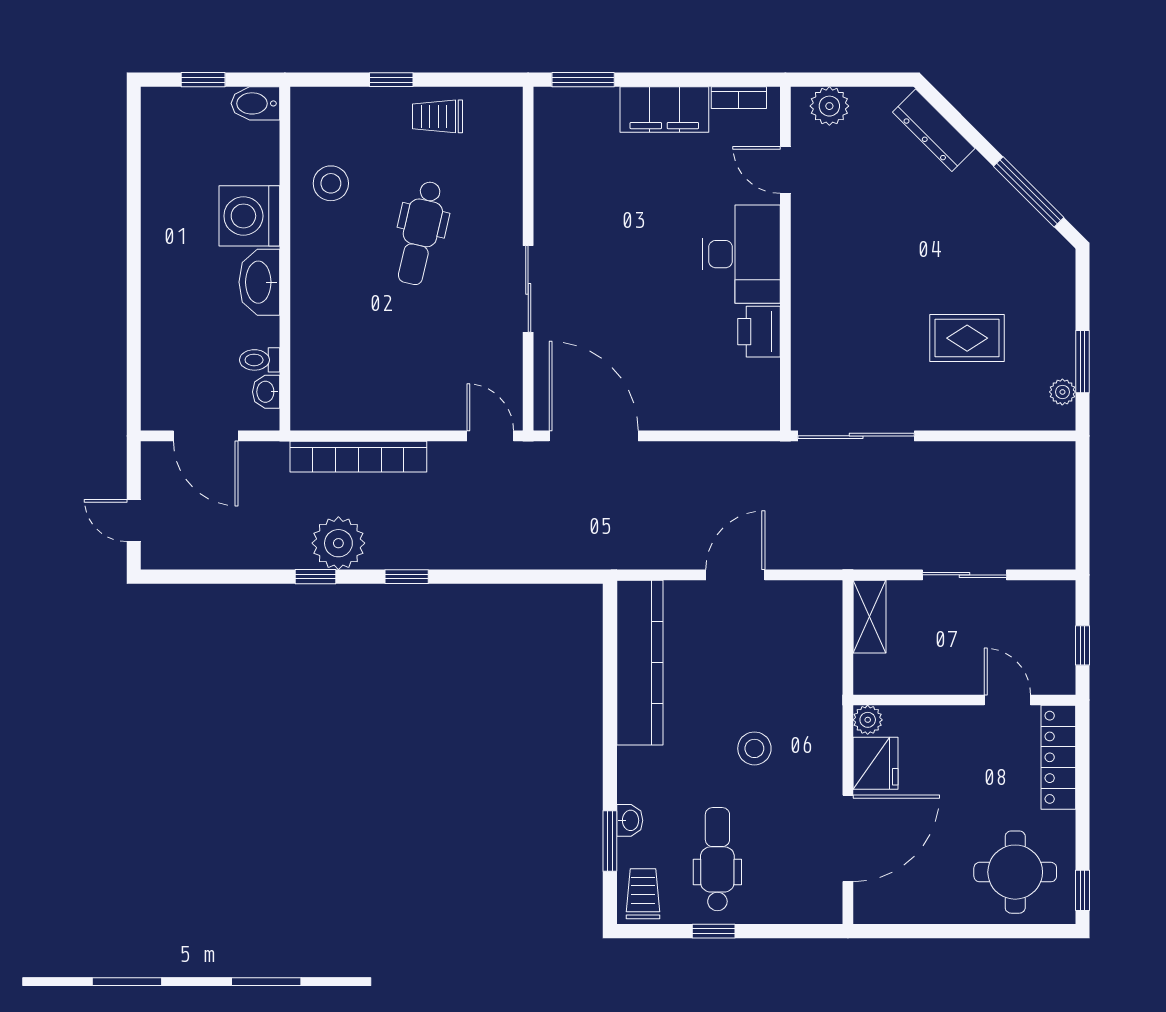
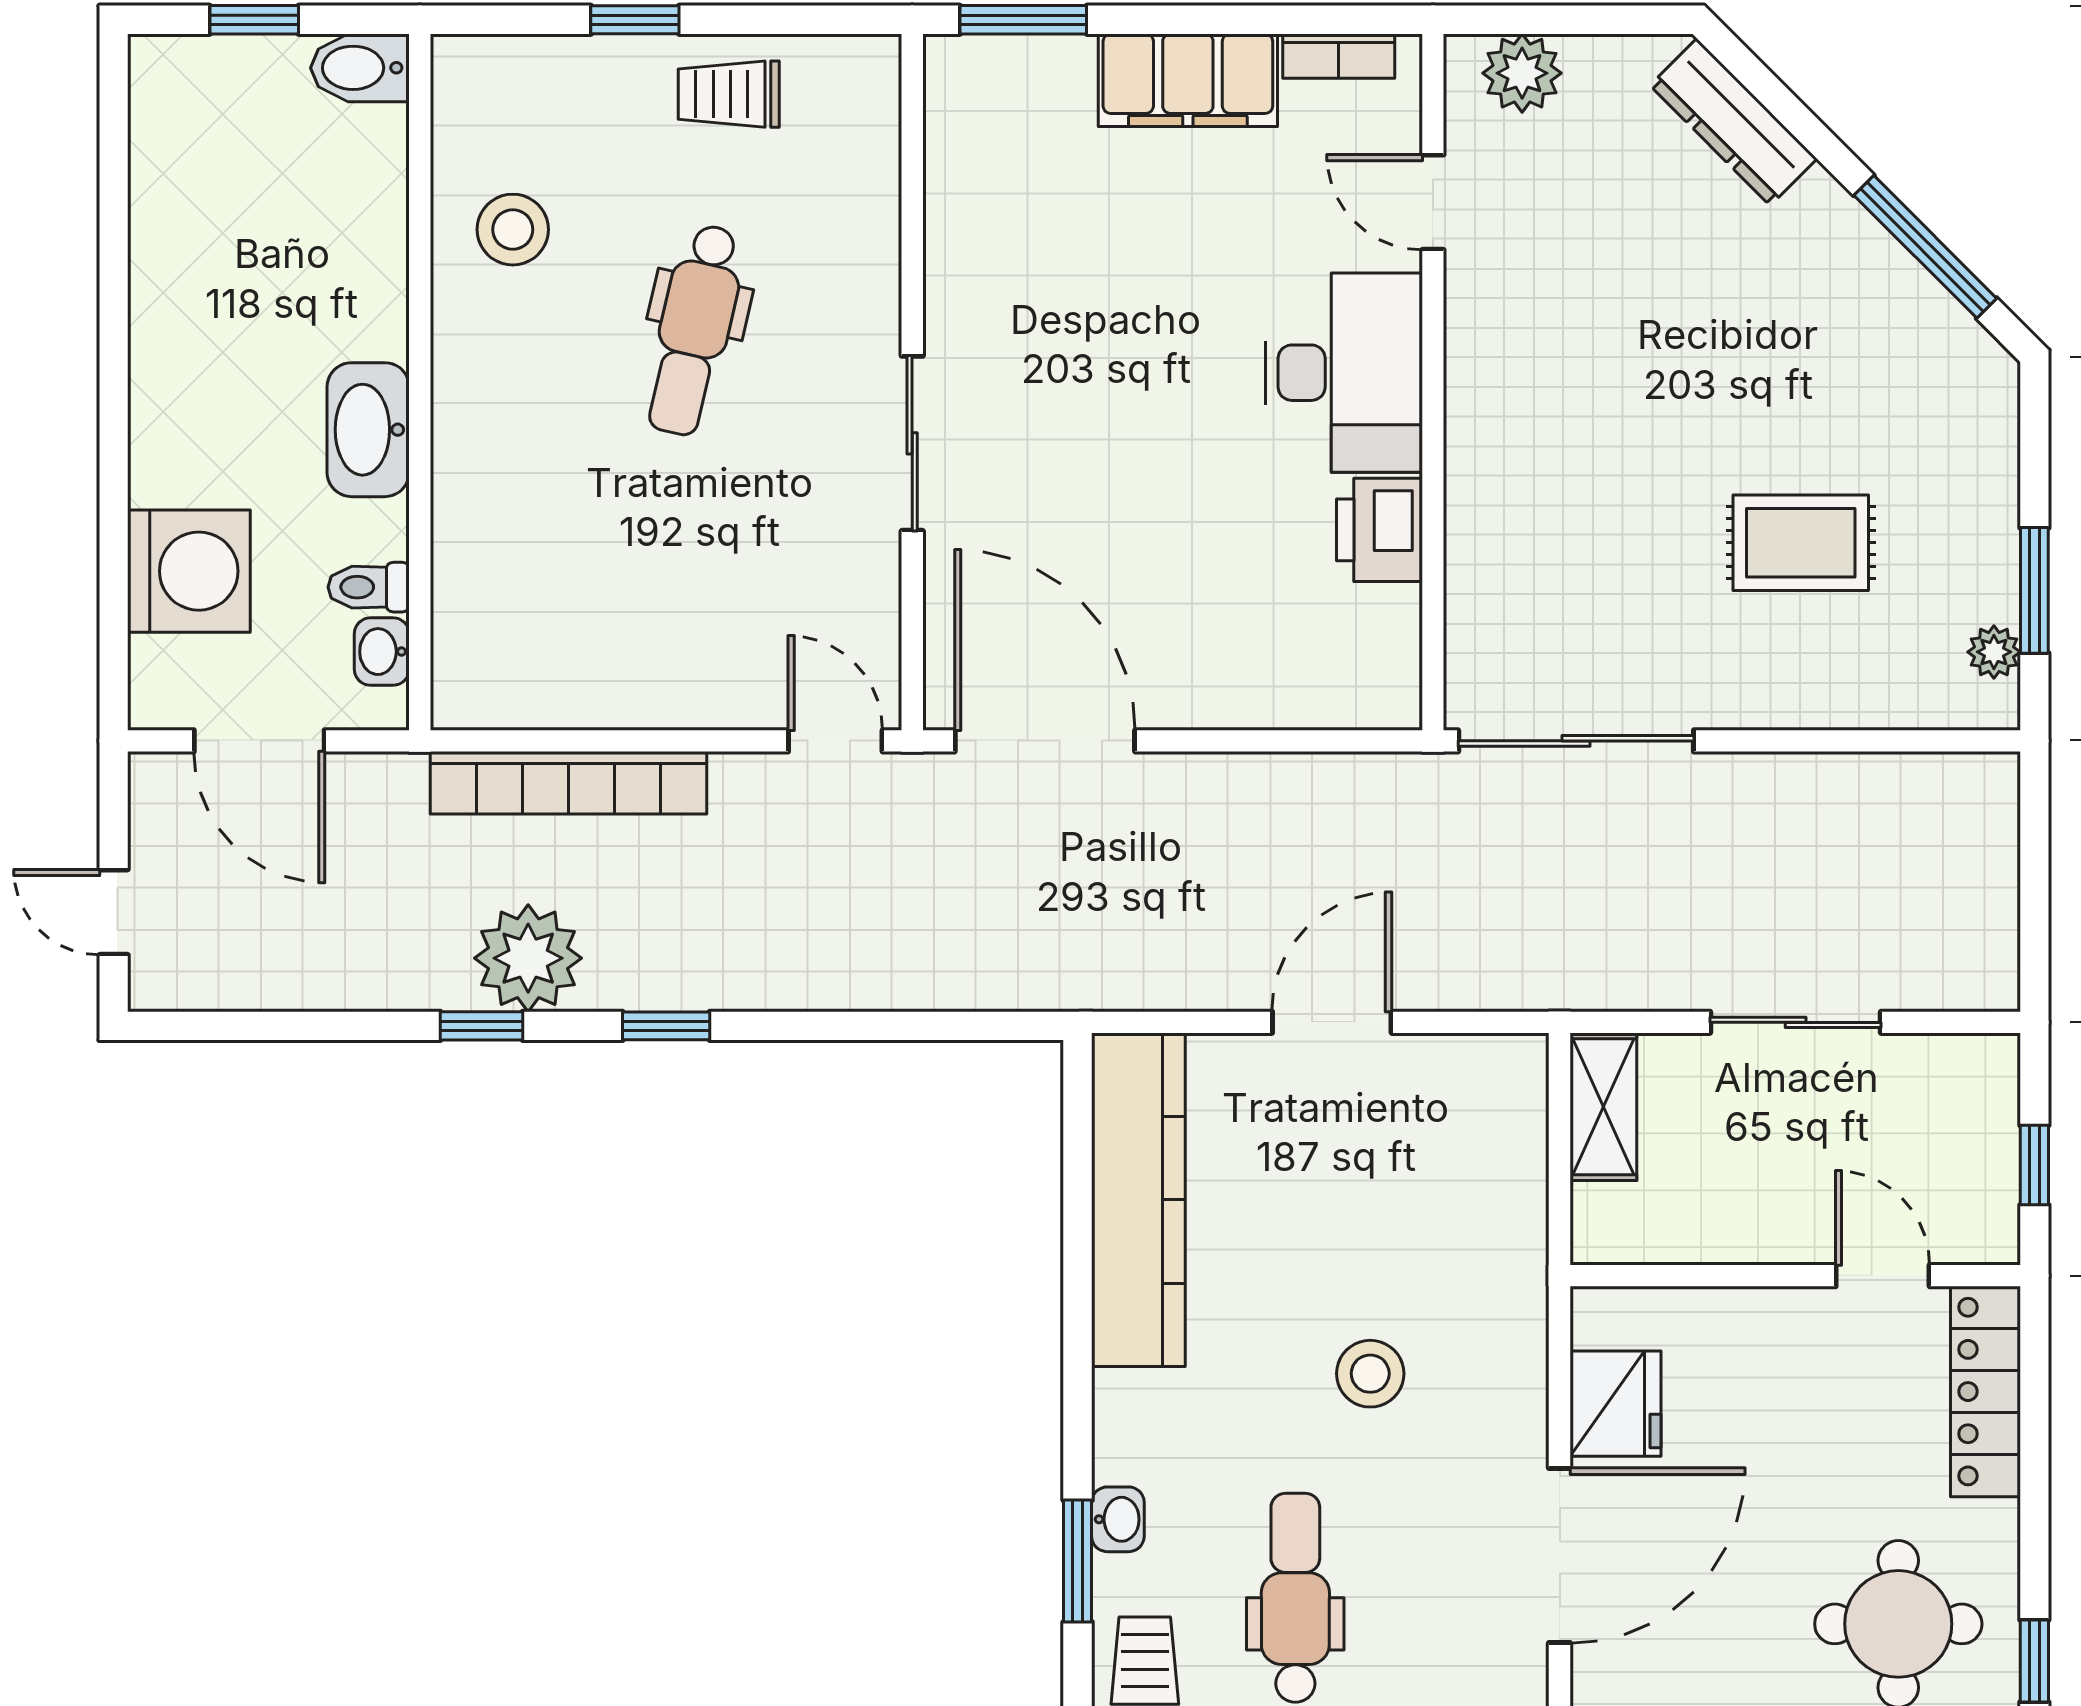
washing machine: (249, 216) -> (189, 571), moved, turned 180
plant: (868, 720) -> (1600, 1316), removed

